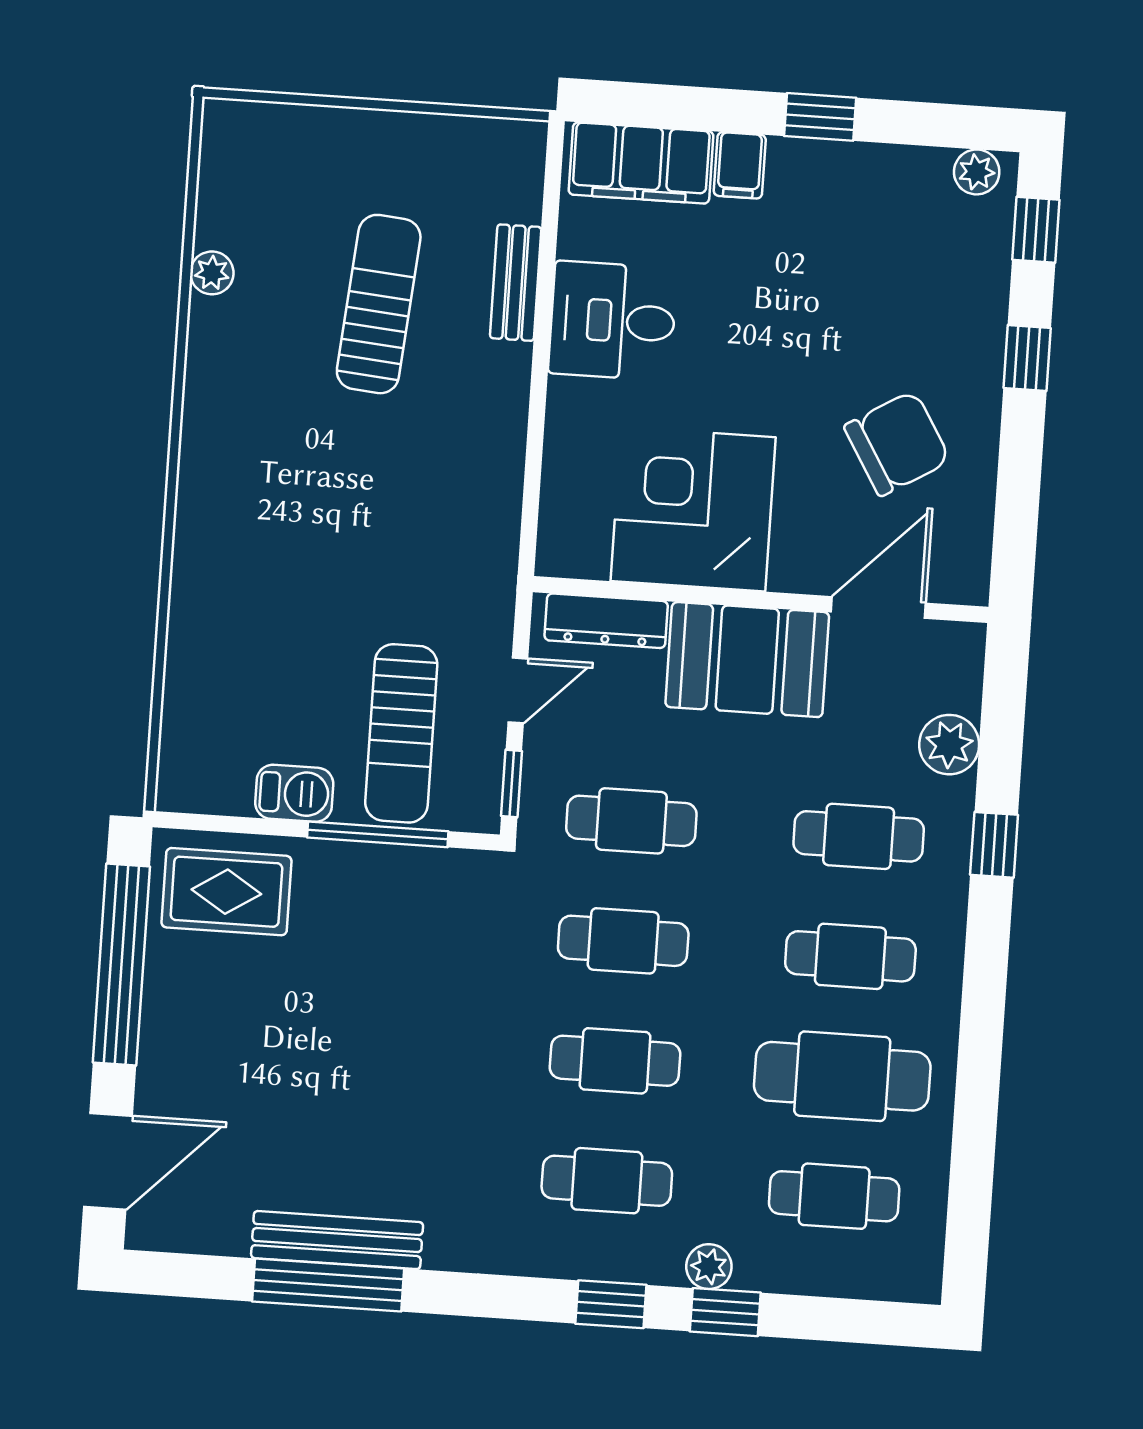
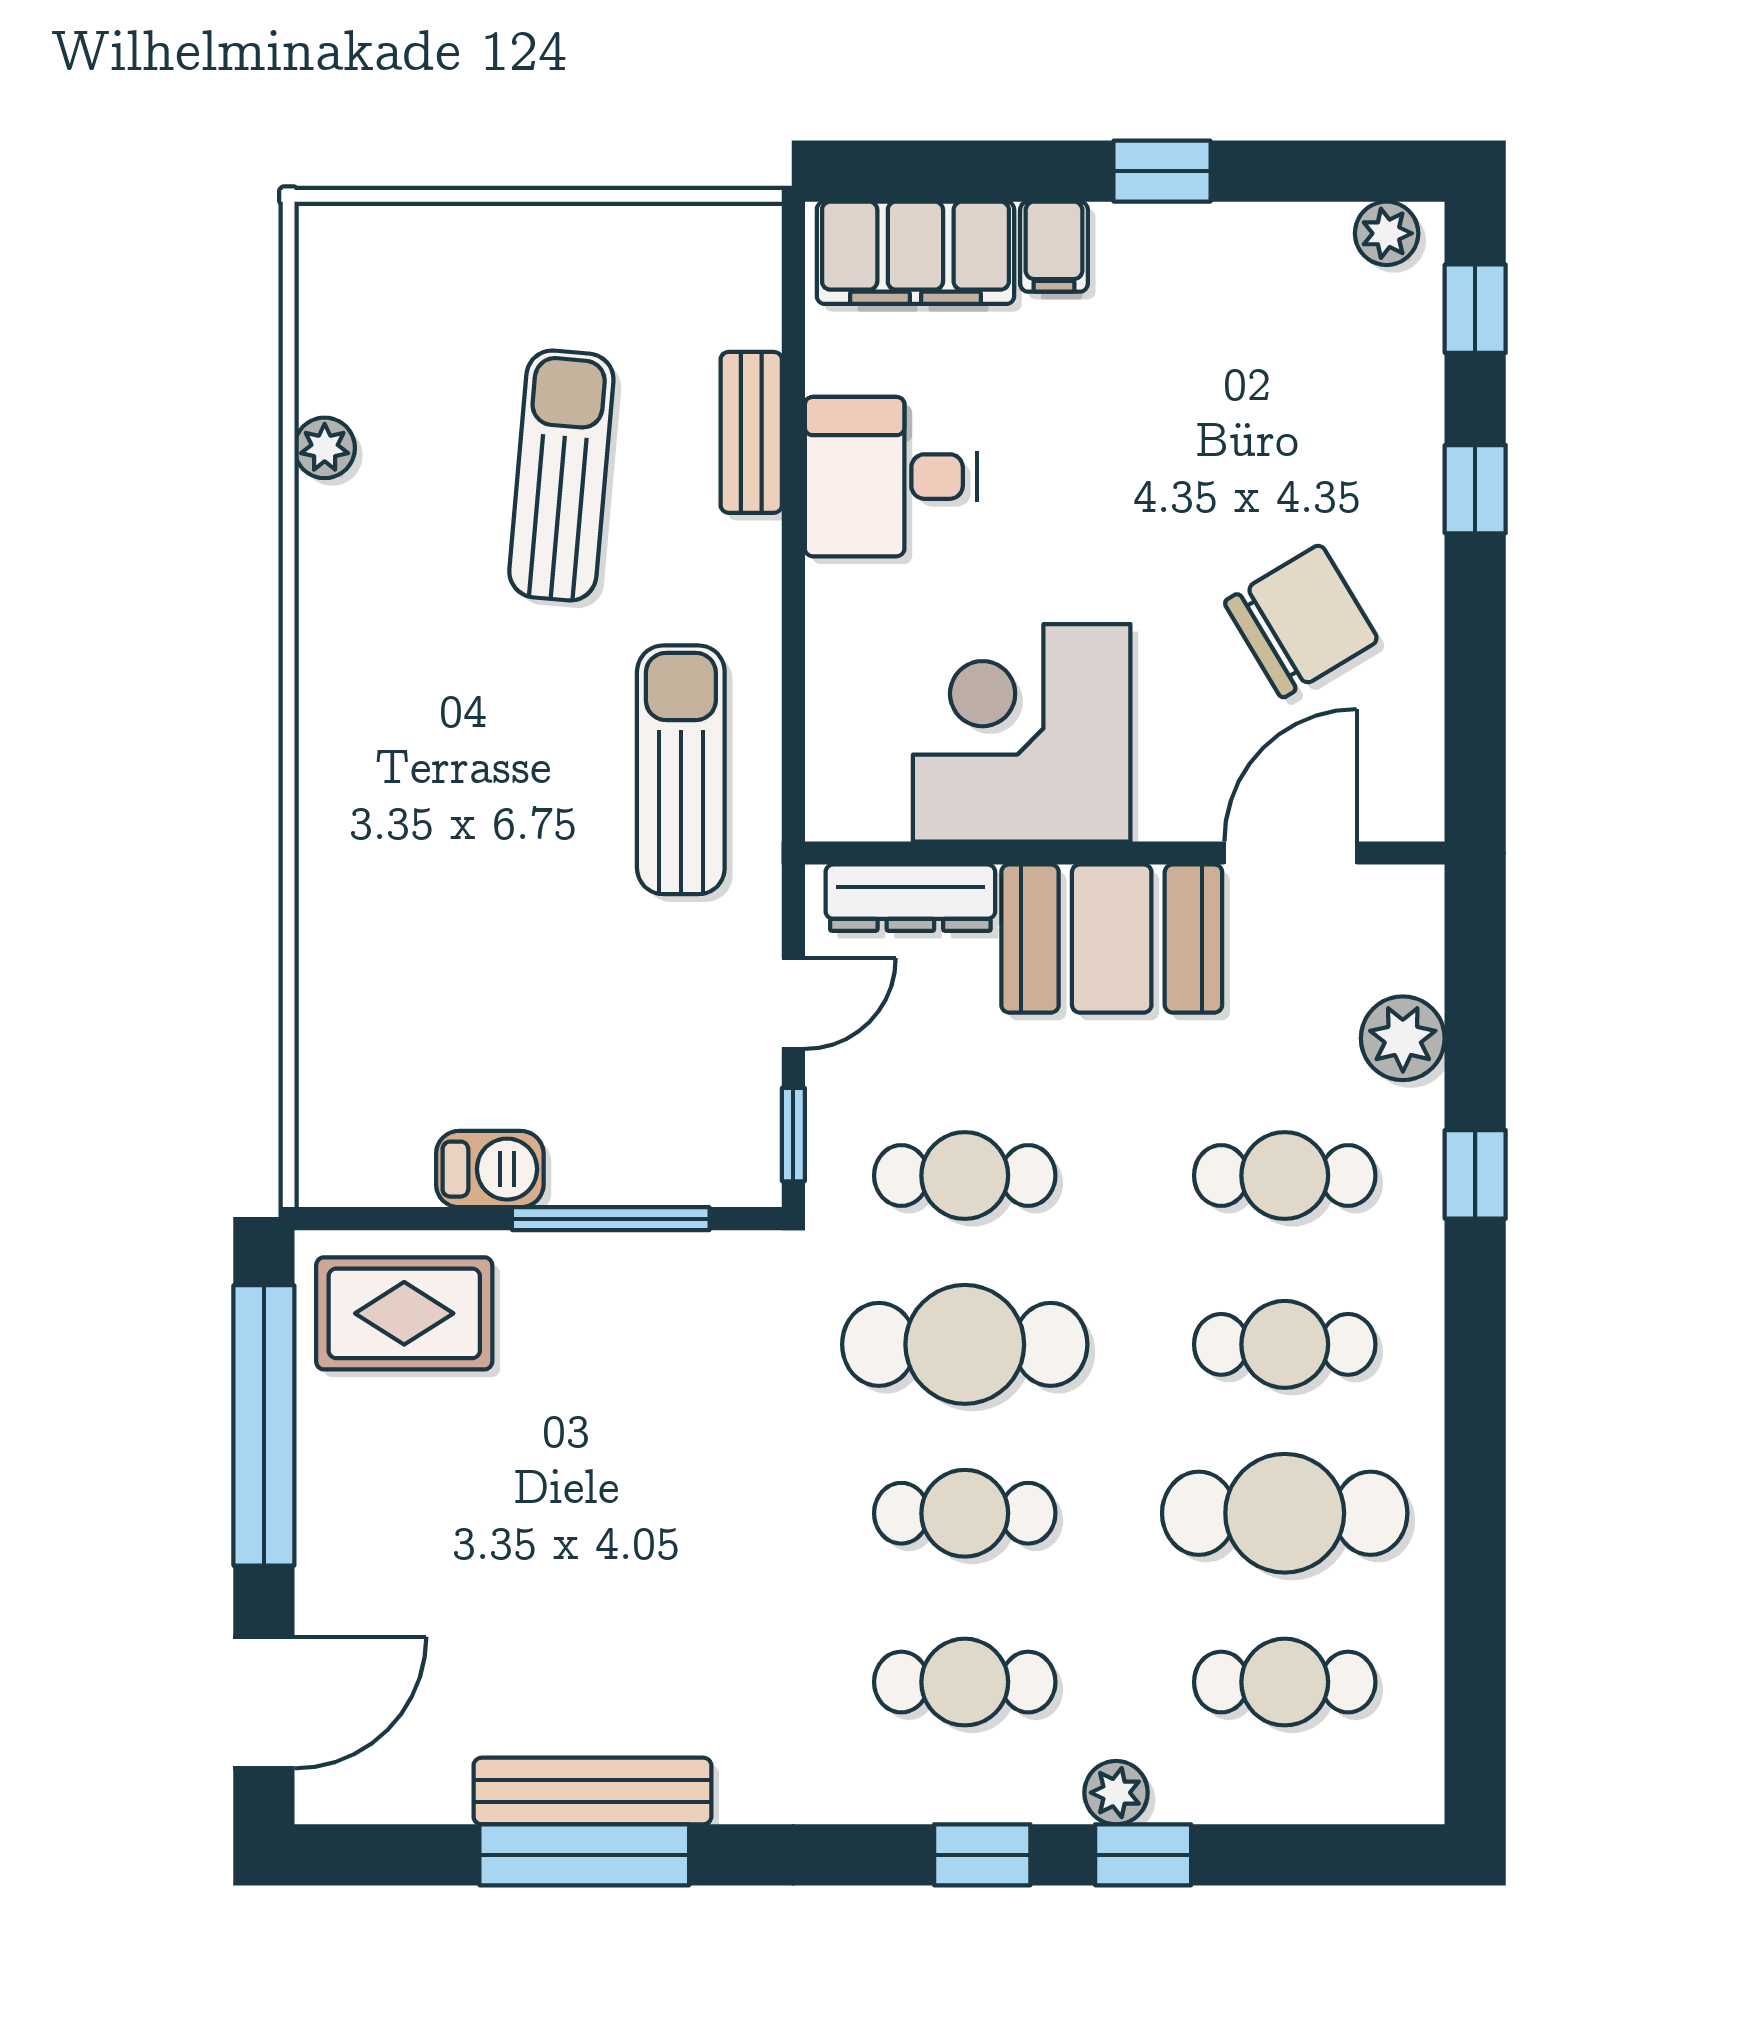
sun lounger: (401, 733) -> (681, 770), moved, turned 180
cafe table: (623, 941) -> (965, 1344), width x1.37, depth x1.35

